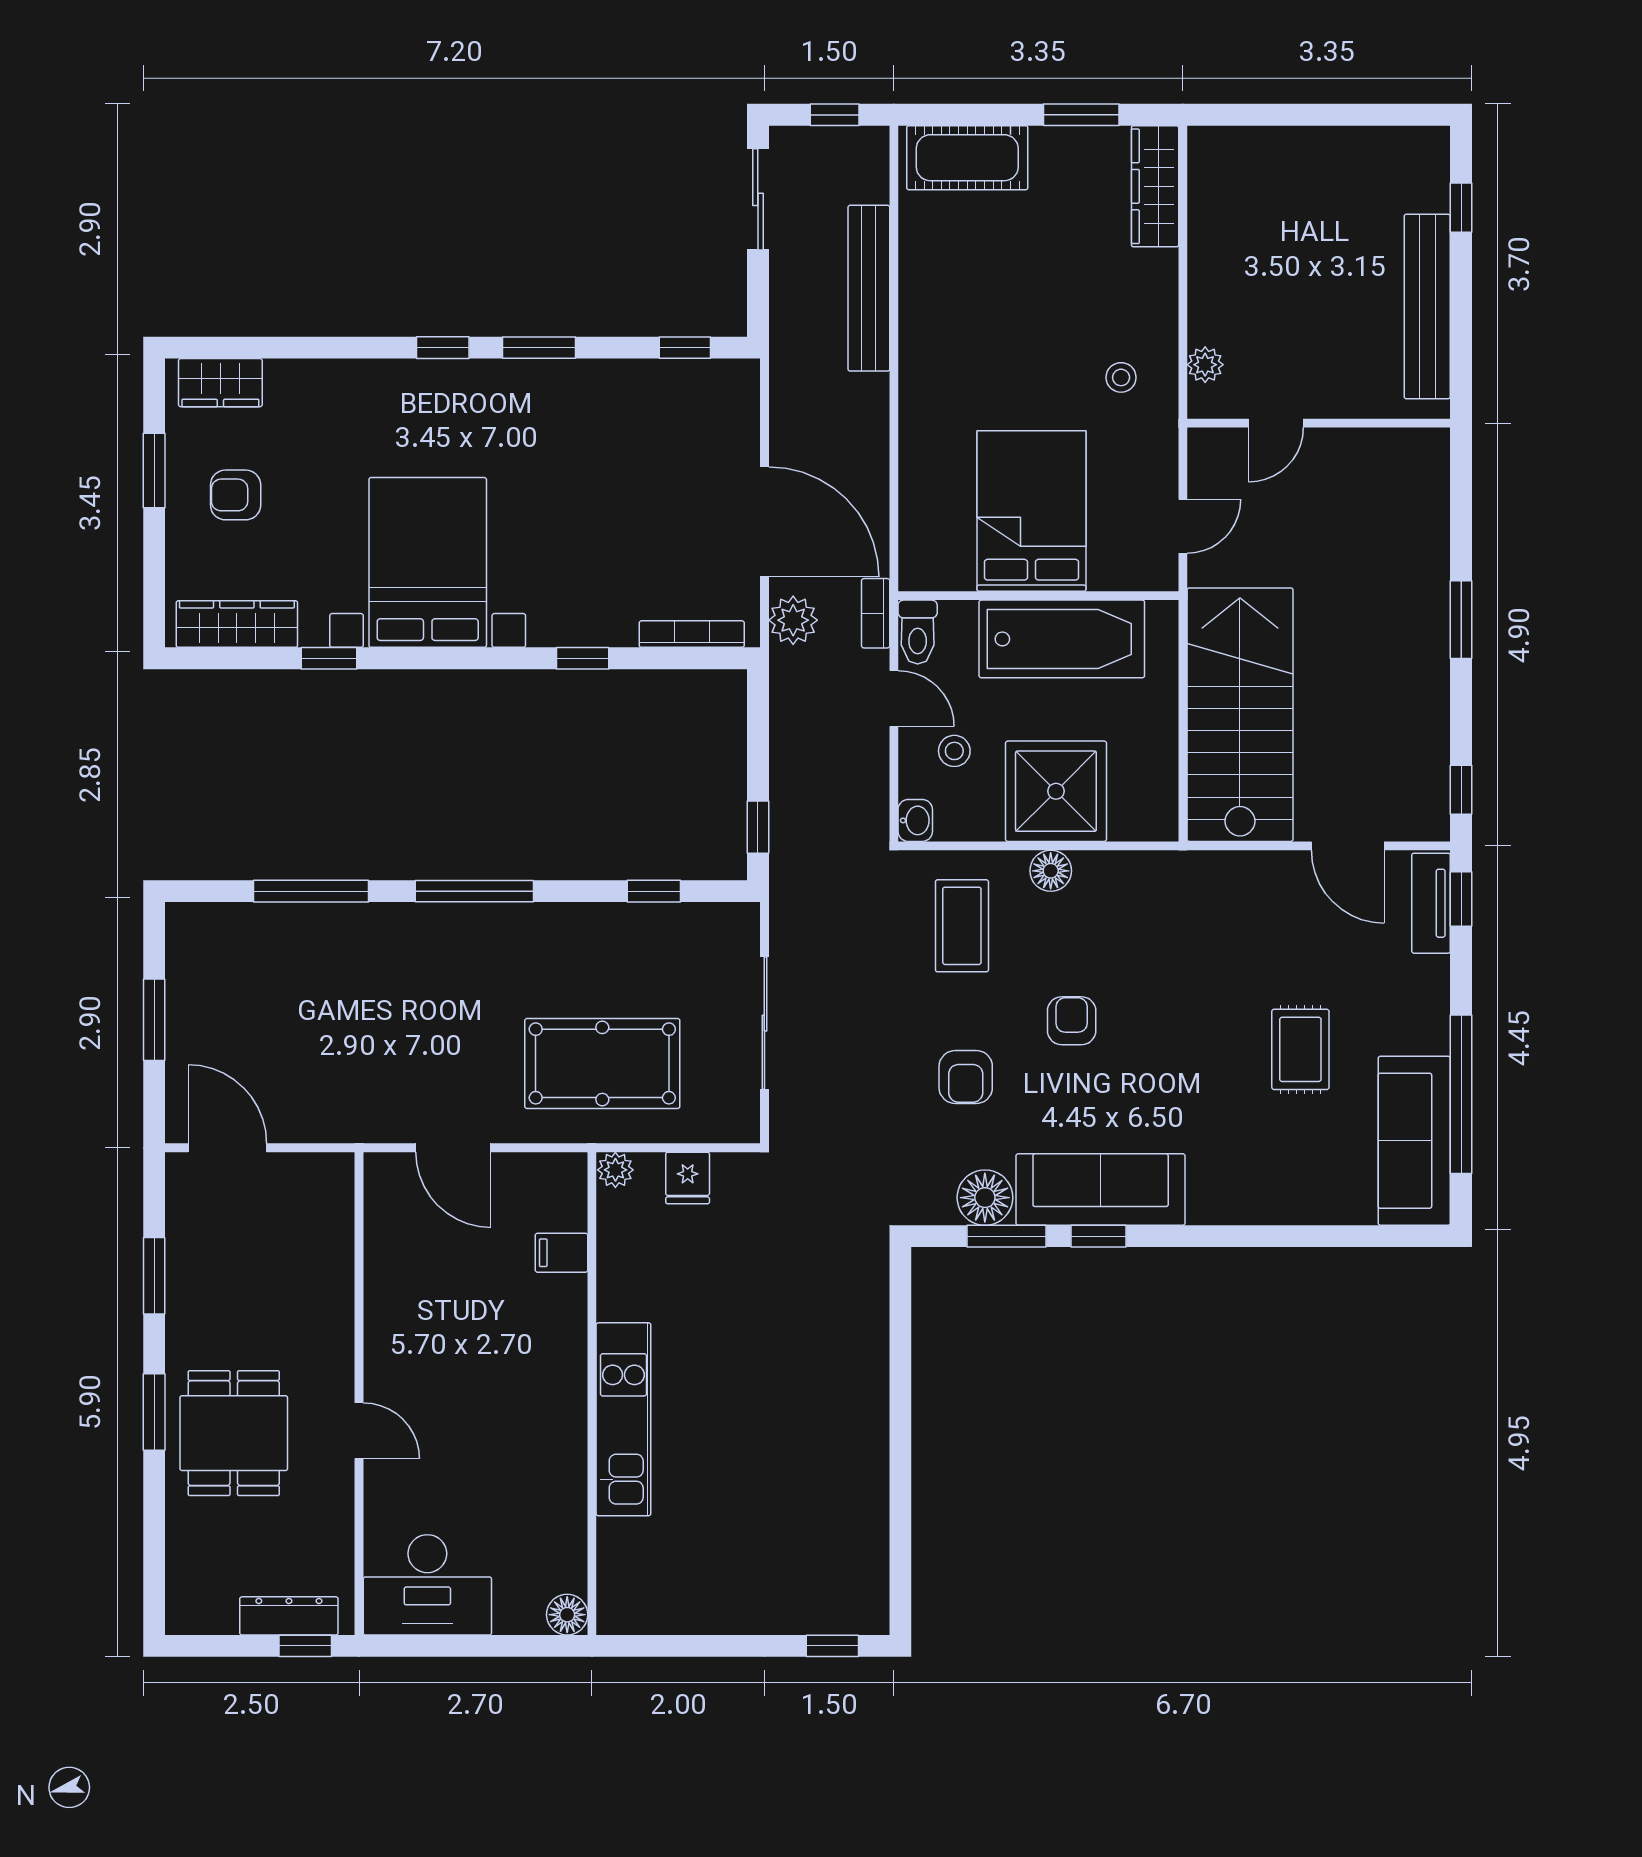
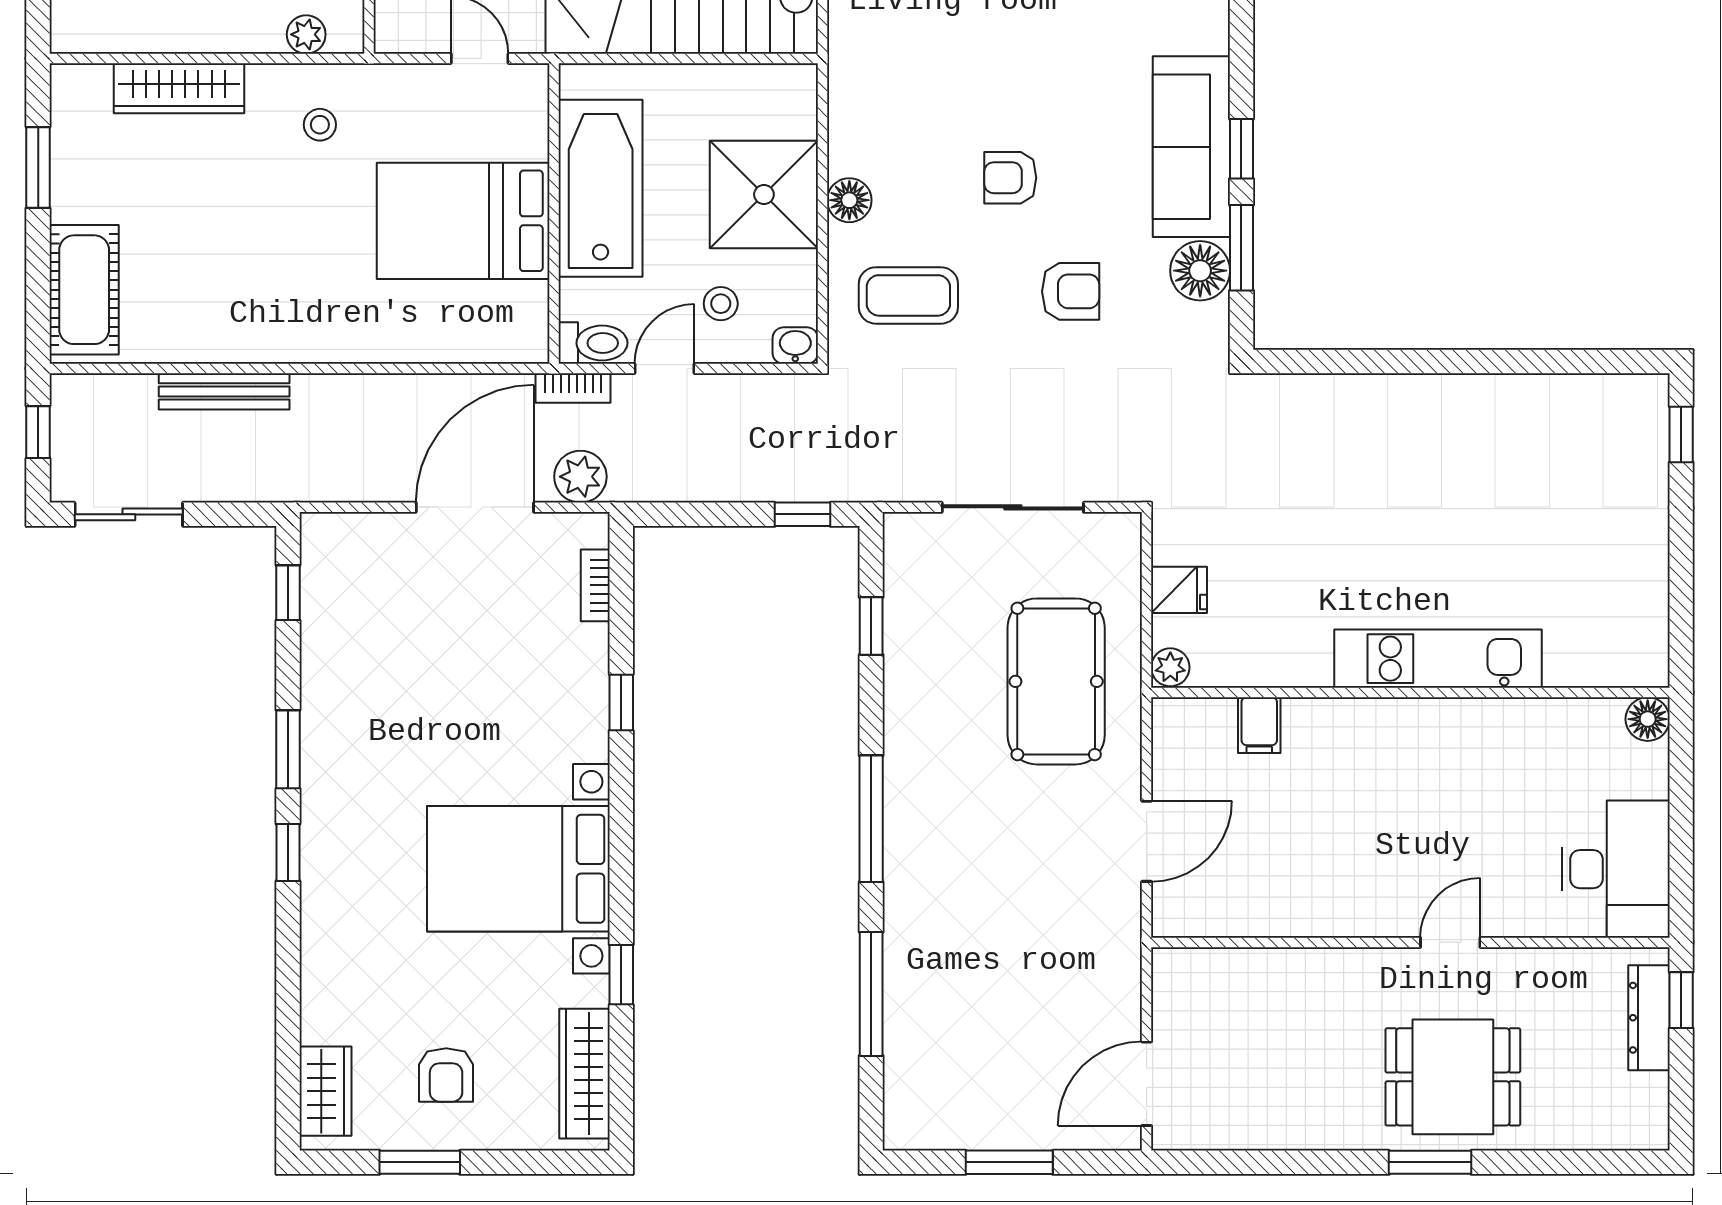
wardrobe: (1155, 186) -> (179, 88), moved
bench: (869, 288) -> (224, 391), width x0.73, depth x0.82
bookcase: (692, 634) -> (595, 585), width x0.64
window: (154, 1276) -> (1284, 1162), removed

